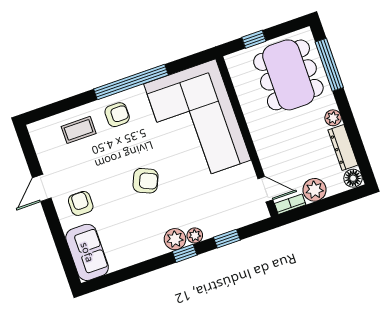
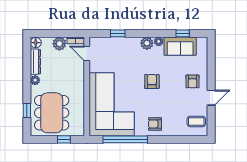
window: (329, 65) -> (27, 110), width x0.46
window: (131, 82) -> (125, 139), moved
coffee table: (79, 130) -> (196, 121), moved
armchair: (146, 181) -> (152, 81), turned 66
plant: (195, 235) -> (159, 41), moved
sofa: (87, 252) -> (180, 46), moved, turned -90
window: (185, 253) -> (183, 33), moved

